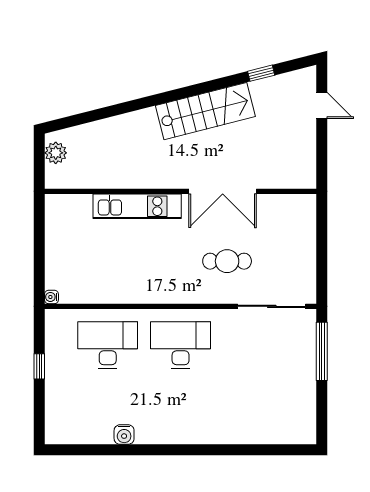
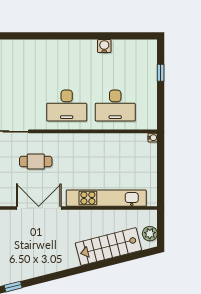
stairs: (205, 111) -> (108, 247), moved
kitchen unit: (137, 206) -> (106, 198), width x1.36
window: (39, 366) -> (161, 73), moved

